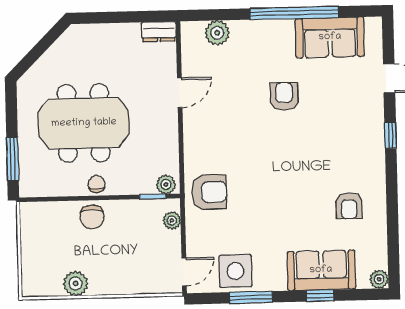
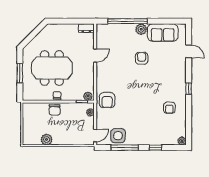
window: (294, 13) -> (128, 21), moved
plant: (217, 33) -> (141, 29), moved
window: (390, 135) -> (189, 89), moved
window: (13, 159) -> (20, 73), moved
armchair: (209, 192) -> (107, 100), turned 90
sofa: (321, 270) -> (156, 136), removed
window: (251, 297) -> (125, 148), width x1.44

